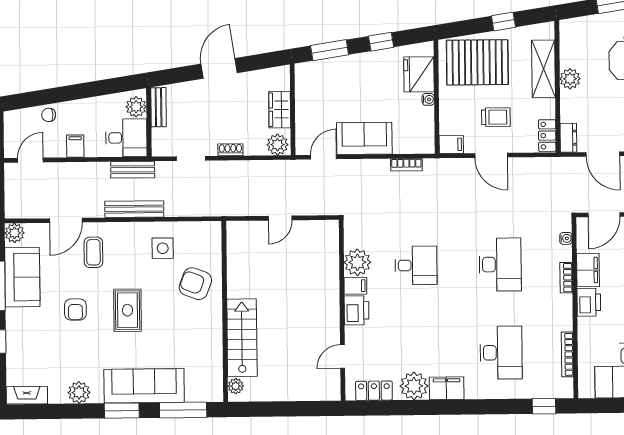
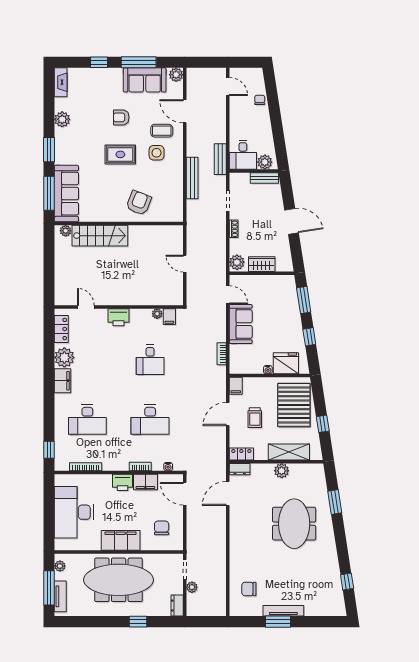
filing cabinet: (75, 146) -> (237, 119), removed
bench: (134, 209) -> (192, 178), moved
side table: (163, 248) -> (157, 153), moved
plant: (357, 262) -> (157, 314), width x0.53, depth x0.53
filing cabinet: (355, 286) -> (169, 317), moved
sofa: (144, 386) -> (66, 194), moved

